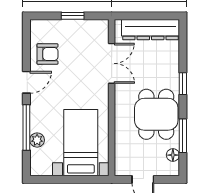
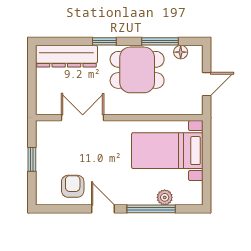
dresser: (151, 30) -> (66, 56), moved, turned 90

